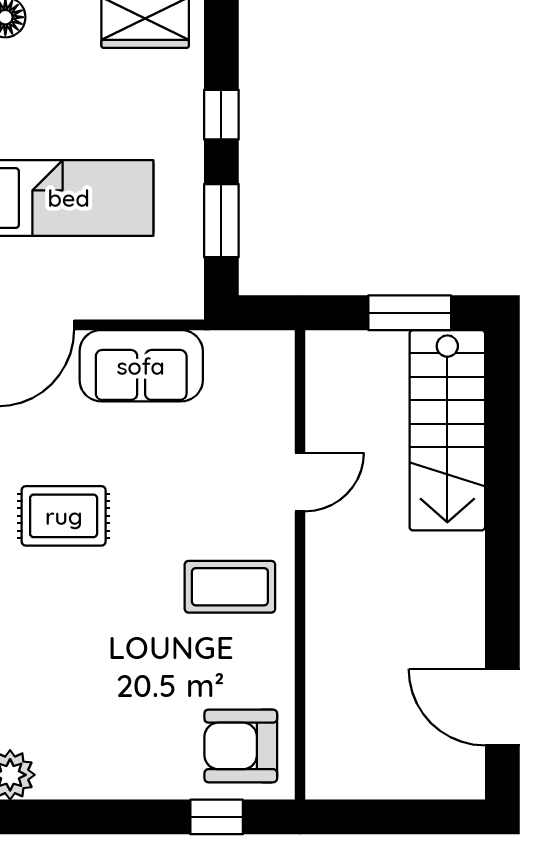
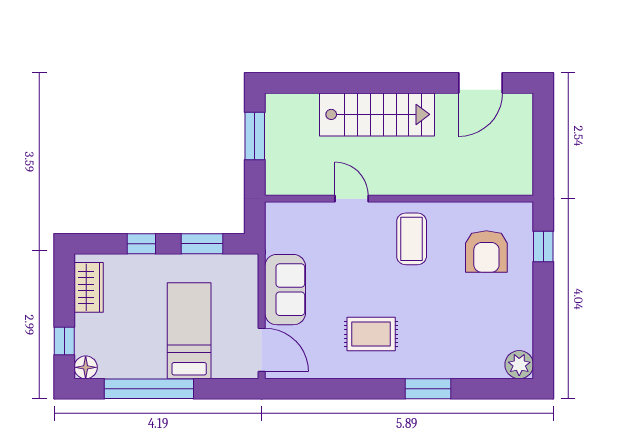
stairs: (447, 430) -> (377, 114), moved
rug: (64, 516) -> (371, 334), turned 90
armchair: (241, 746) -> (486, 252), moved

